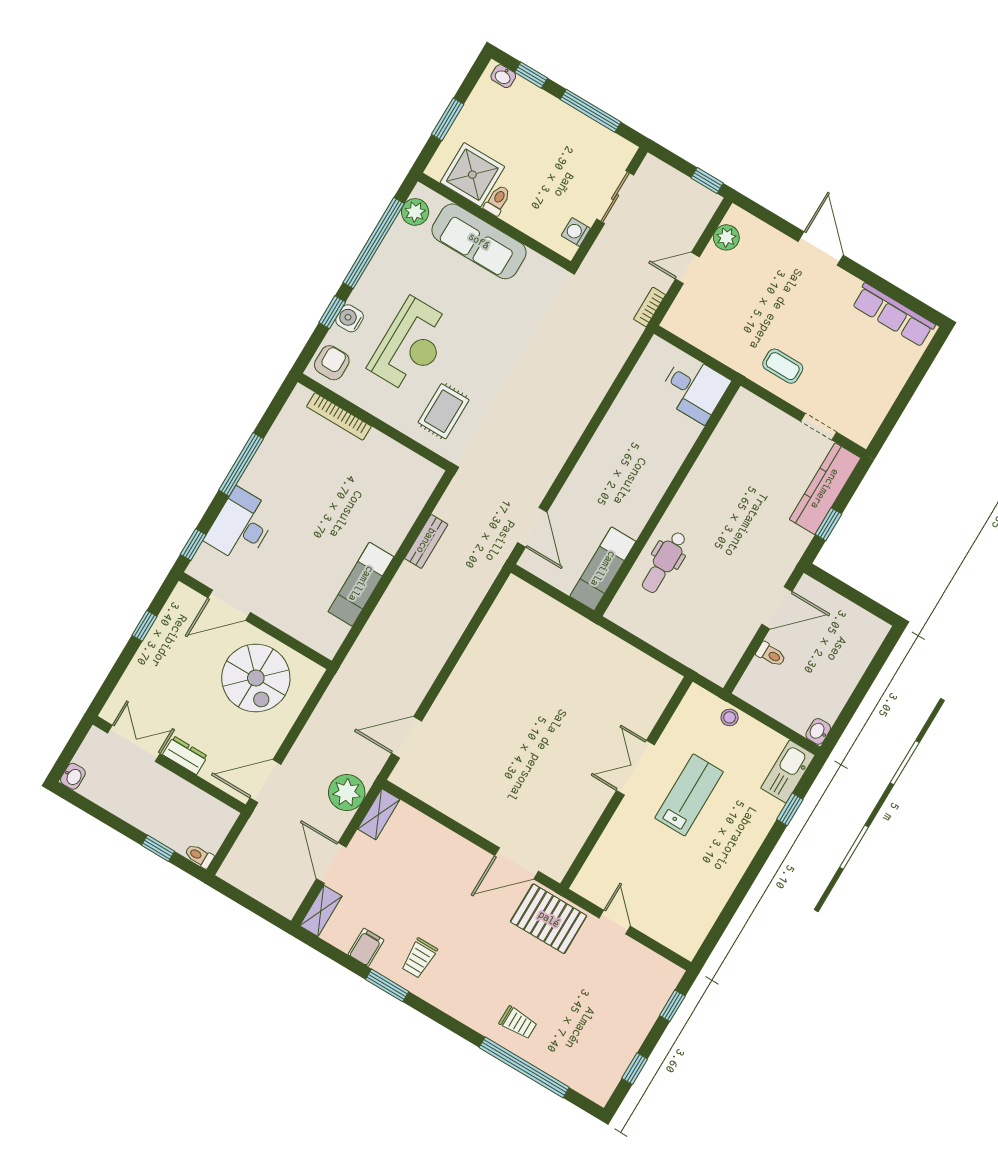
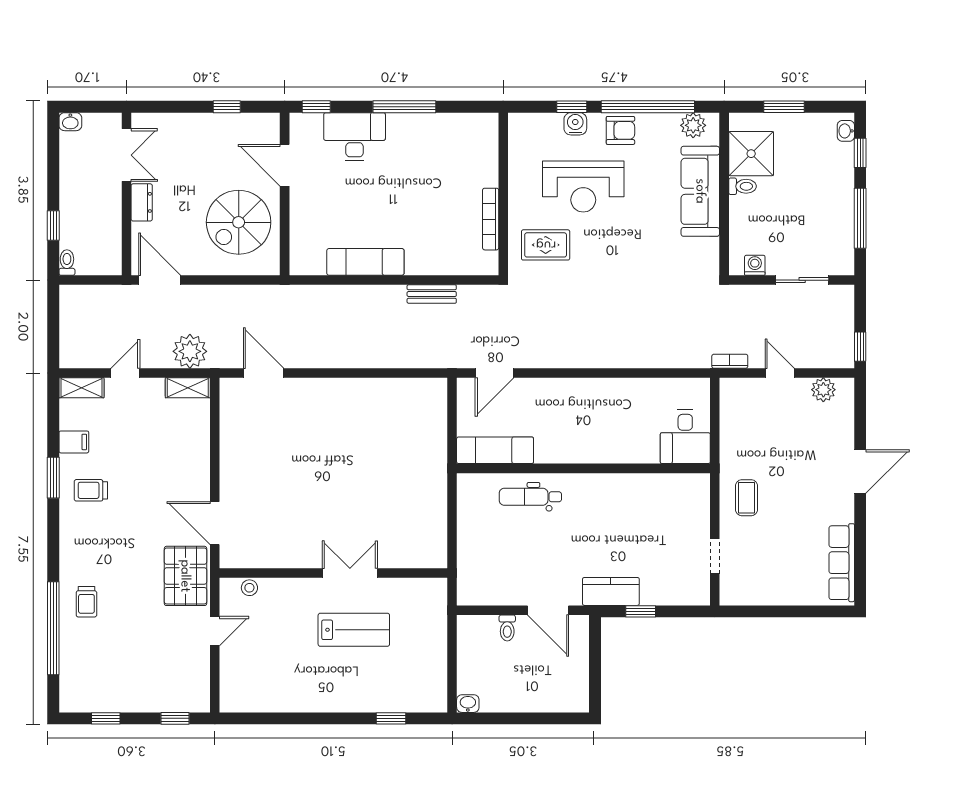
armchair: (332, 363) -> (620, 130), moved
bookcase: (339, 416) -> (491, 219), moved
kitchen counter: (825, 489) -> (611, 591), moved, width x0.67
stool: (730, 717) -> (249, 588), moved
kitchen sink: (788, 772) -> (421, 698), removed
door: (331, 863) -> (125, 373), width x0.73

